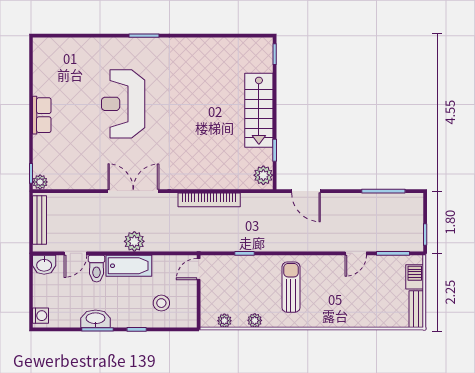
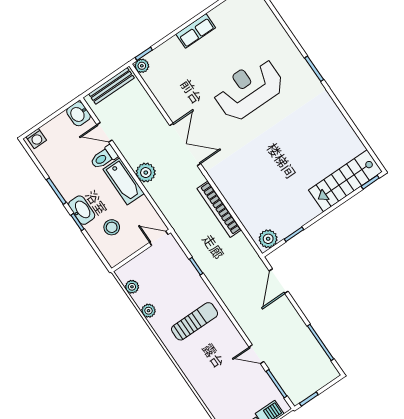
stairs: (259, 110) -> (345, 181), moved
washbasin: (96, 319) -> (82, 210), moved

